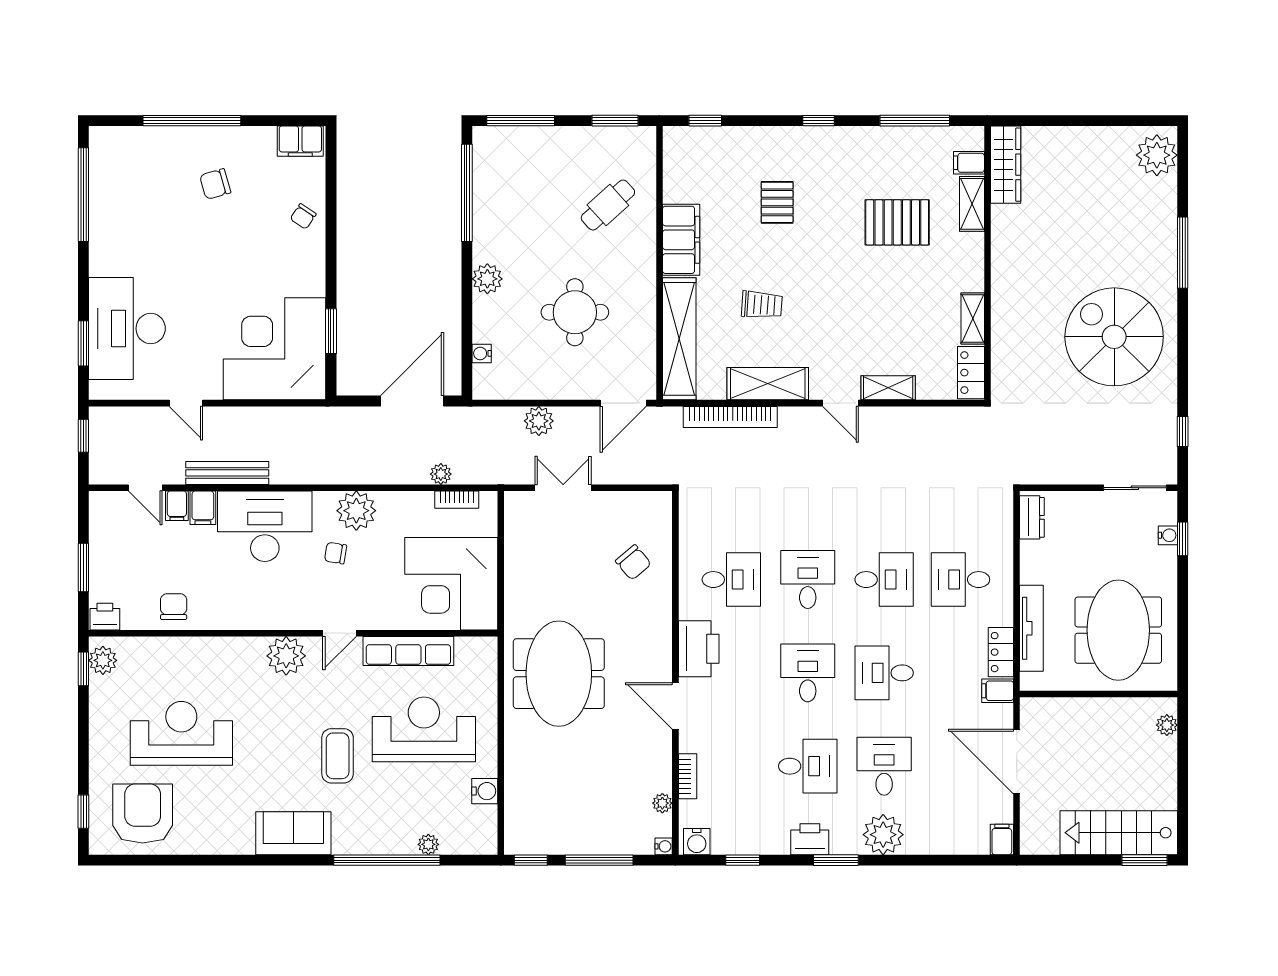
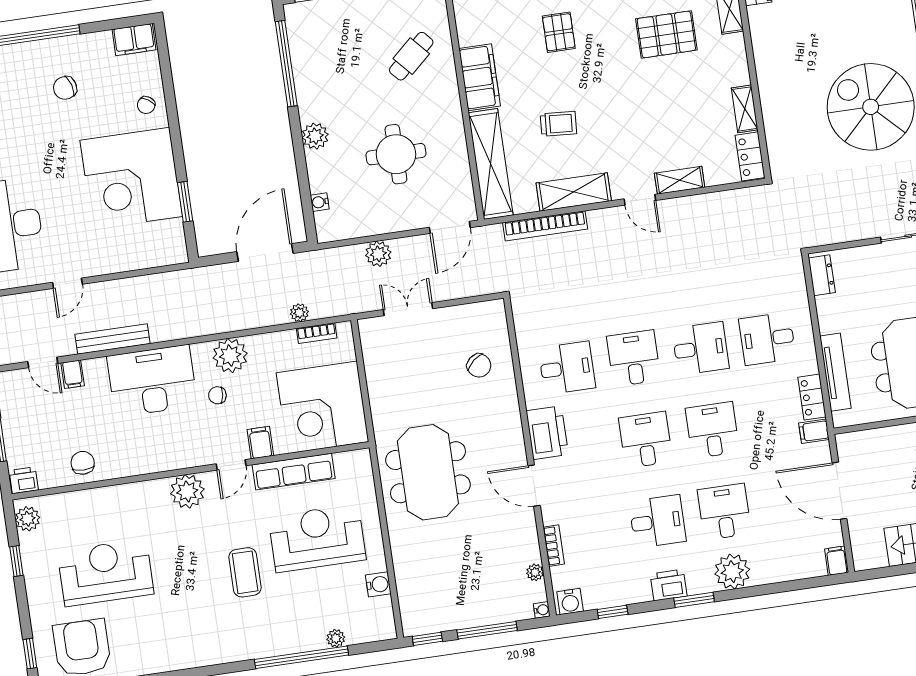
corner desk: (275, 349) -> (131, 178), moved, turned -90
door: (186, 403) -> (67, 283), hinge flipped
filing cabinet: (203, 508) -> (260, 443), moved, turned 180
window: (83, 669) -> (16, 561), moved
desk: (884, 673) -> (712, 430), turned 90
sofa: (293, 833) -> (216, 646), removed

